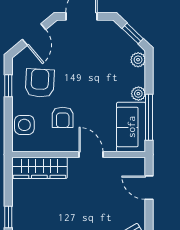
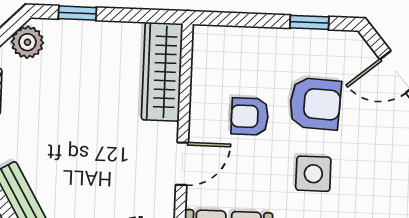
armchair: (40, 83) -> (315, 104), moved
side table: (24, 125) -> (313, 174), moved

